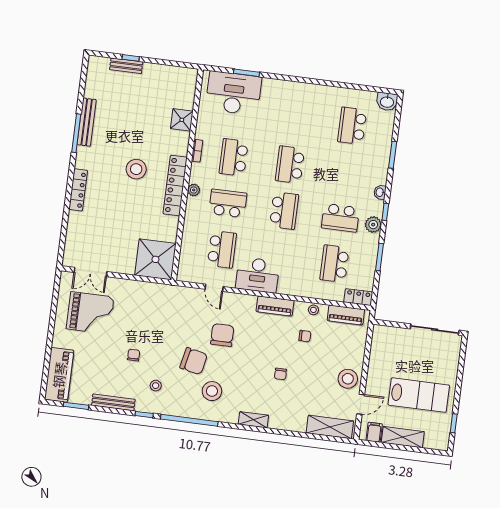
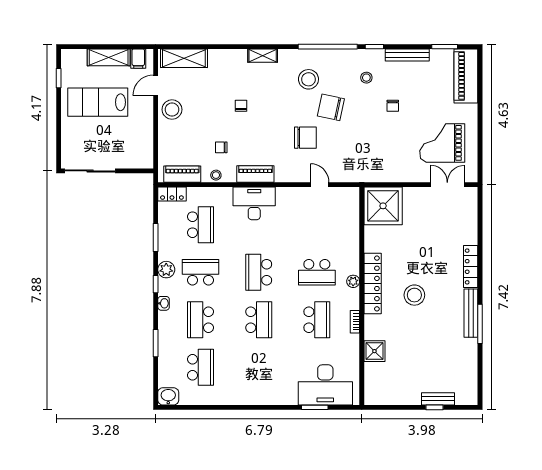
bench: (87, 122) -> (471, 313), moved
school desk: (222, 249) -> (200, 320), moved
desk: (258, 275) -> (254, 203), moved
chair: (222, 335) -> (305, 138), turned -90

